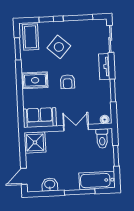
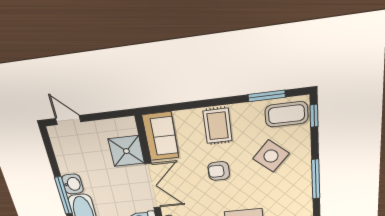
window: (46, 19) -> (314, 116), moved
double door: (76, 128) -> (153, 186), width x1.37
shower: (35, 142) -> (126, 151), moved
washbasin: (50, 185) -> (73, 184), moved

